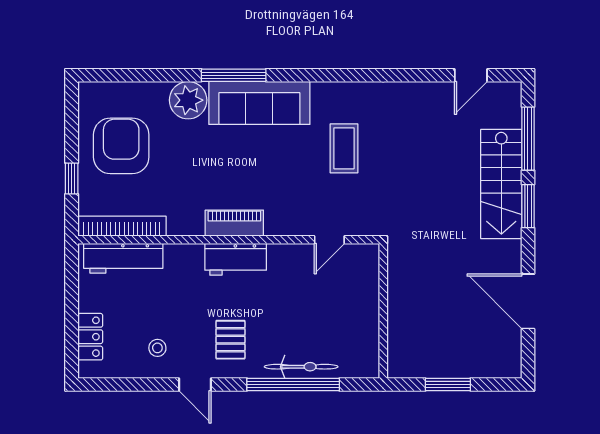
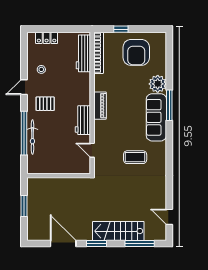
armchair: (121, 146) -> (136, 52), turned 90
window: (528, 206) -> (96, 244), moved
workbench: (236, 259) -> (83, 120), moved
door: (528, 301) -> (63, 244), hinge flipped

